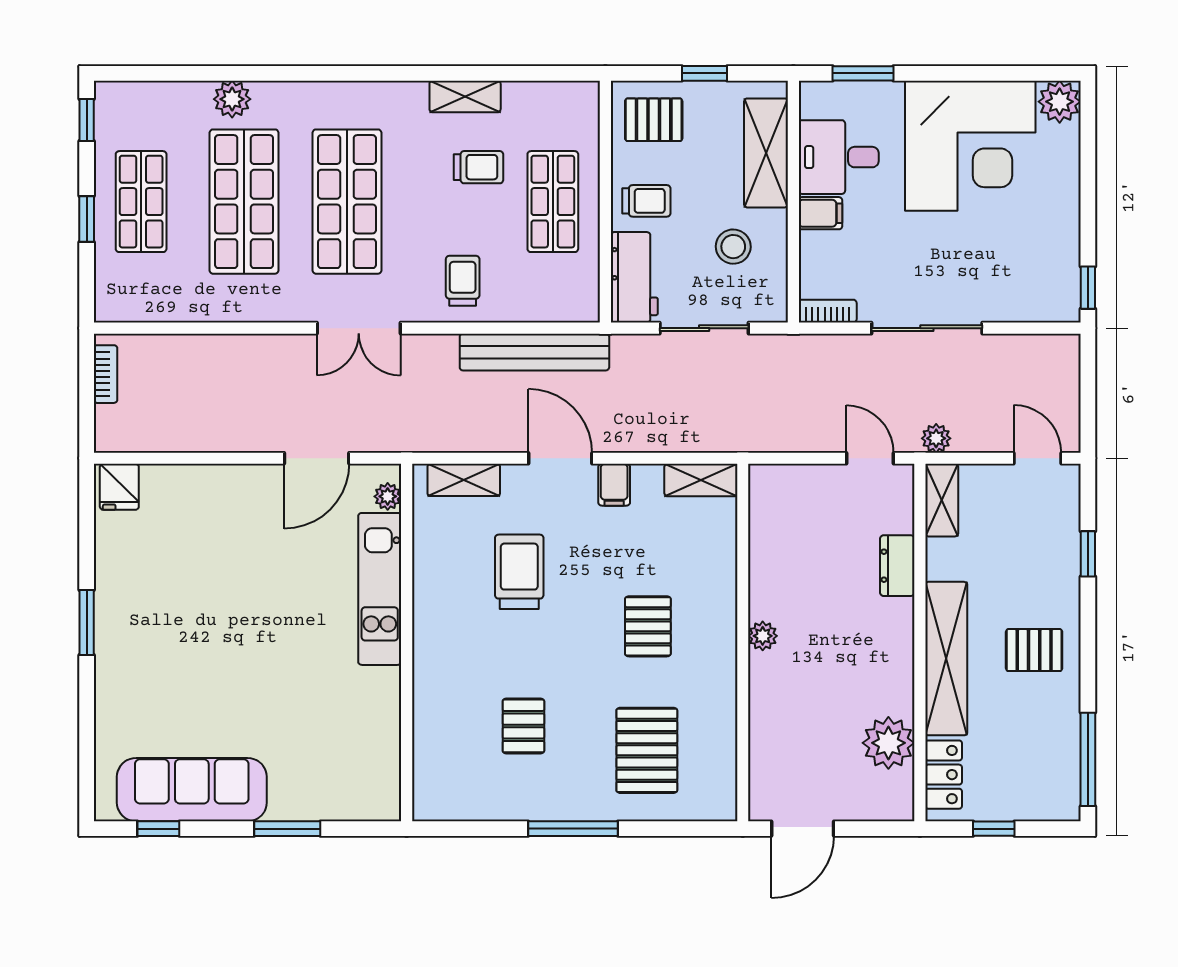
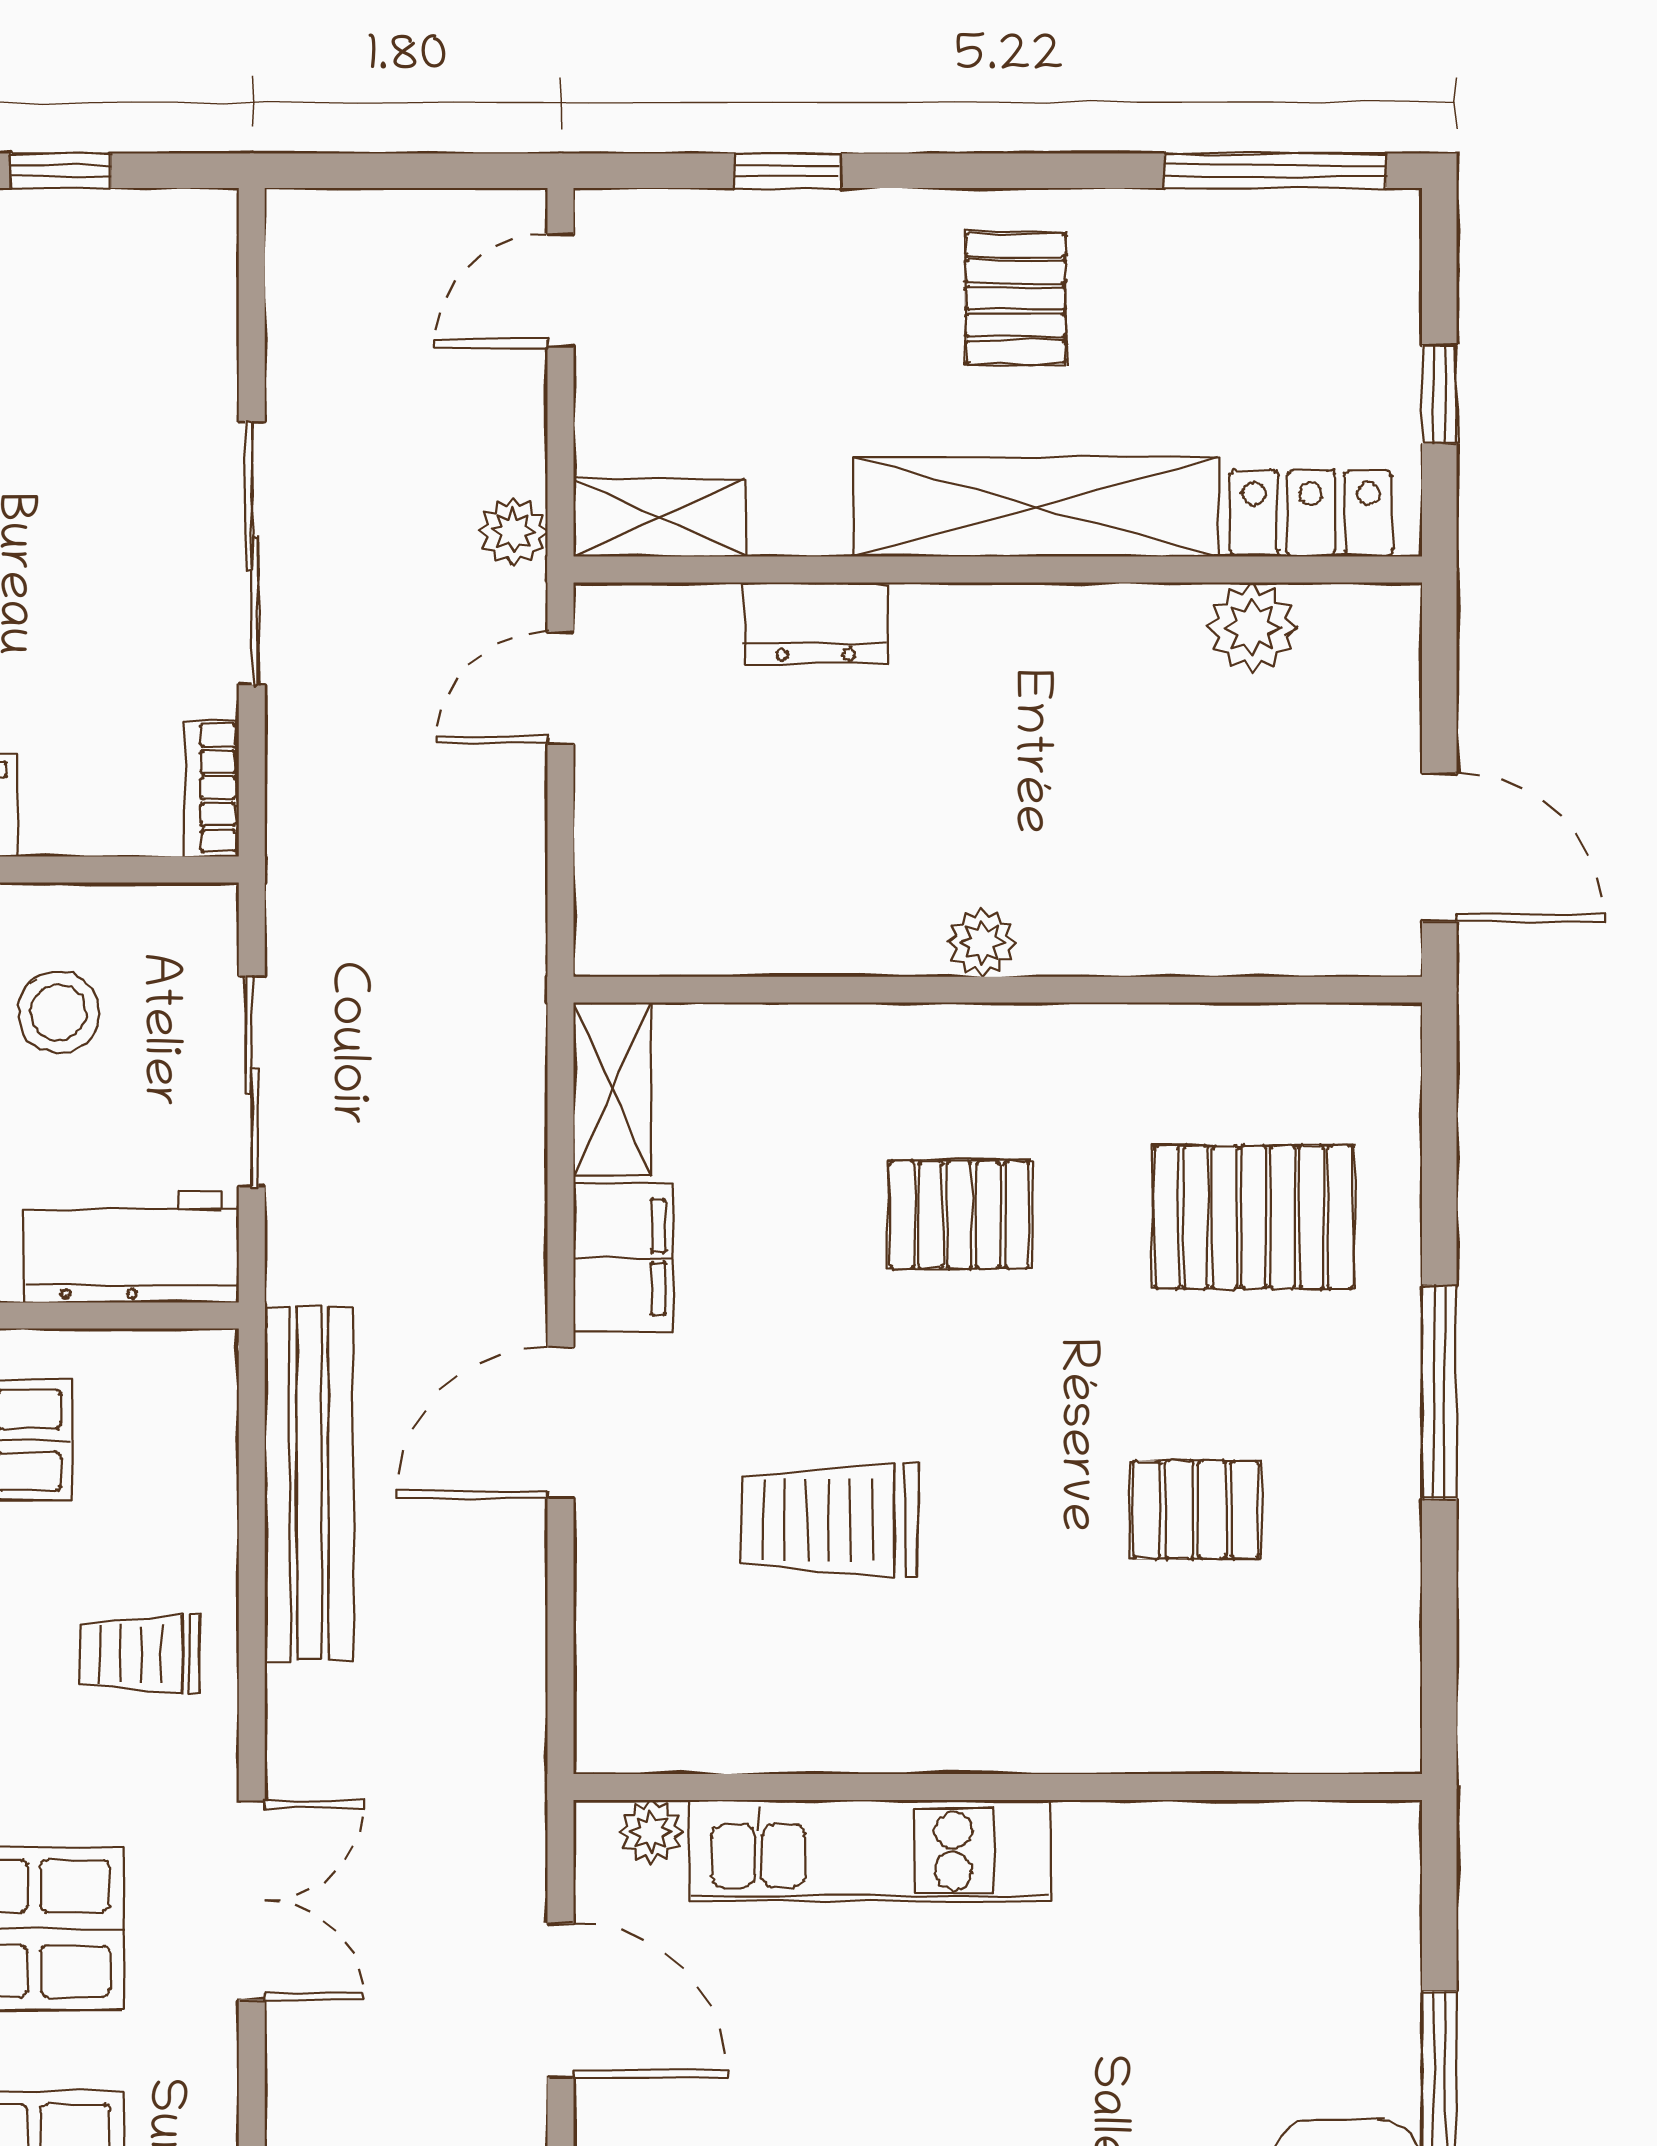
window: (1088, 288) -> (61, 171), moved
shelving: (464, 480) -> (612, 1651), removed
filing cabinet: (614, 485) -> (623, 1257), width x2.00
plant: (888, 743) -> (1252, 628), width x0.73, depth x0.73

